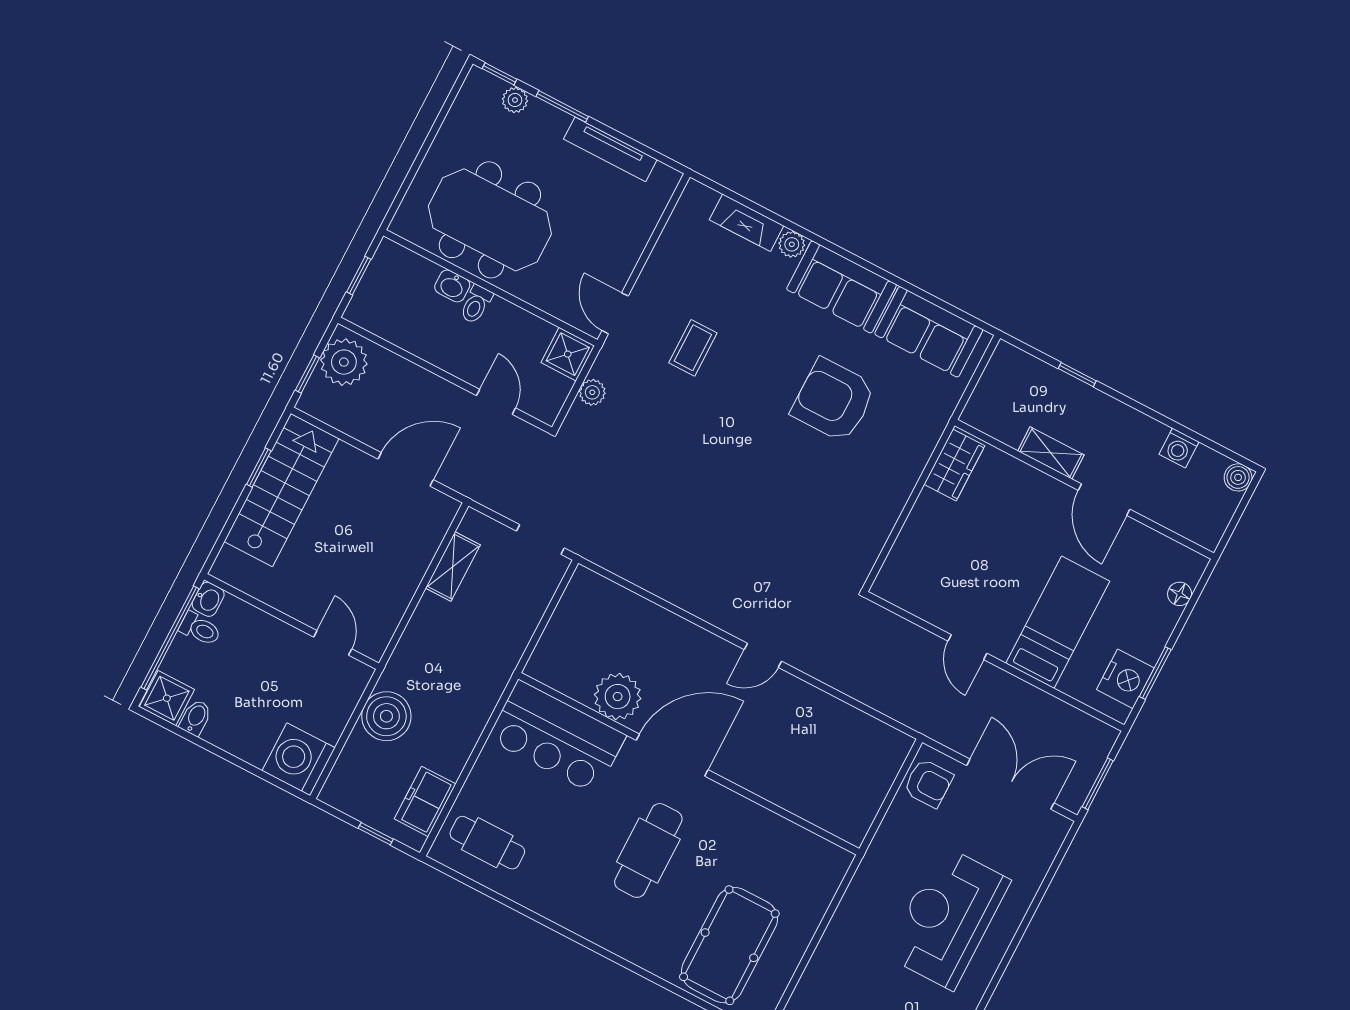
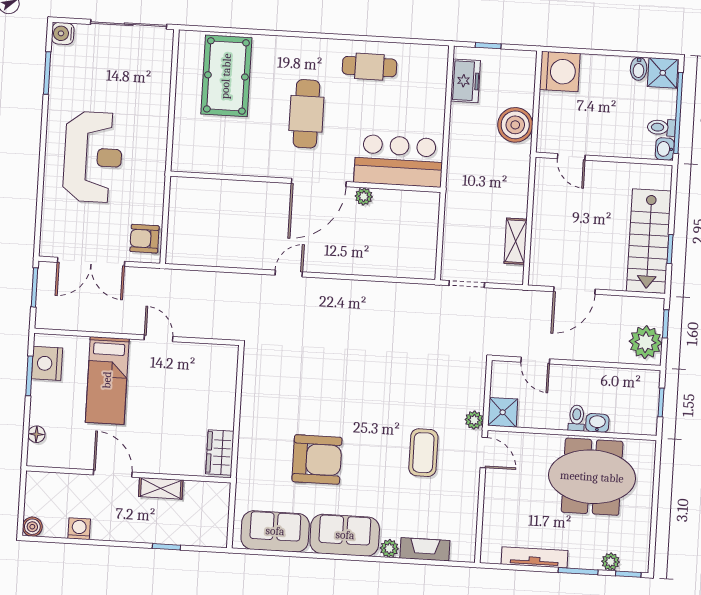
coffee table: (693, 348) -> (423, 453), width x1.36, depth x1.30
plant: (592, 392) -> (474, 420), moved
plant: (618, 697) -> (364, 196), width x0.53, depth x0.53
cafe table: (487, 843) -> (369, 67), moved

